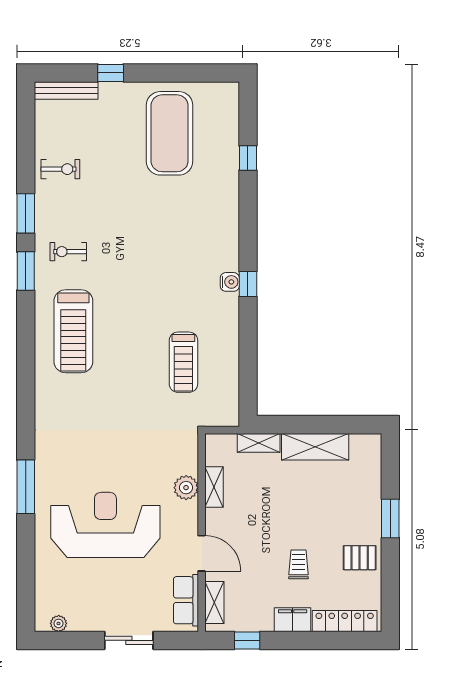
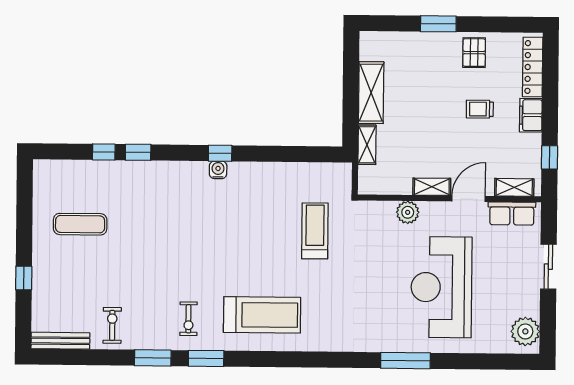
bench: (66, 90) -> (60, 341), moved, turned 90
exercise mat: (170, 133) -> (80, 224), width x0.50, depth x0.69
window: (248, 195) -> (138, 152), added
treadmill: (183, 362) -> (315, 231), moved, turned -90
shelving: (214, 487) -> (432, 187), moved
plant: (59, 623) -> (525, 331), width x1.88, depth x1.88

